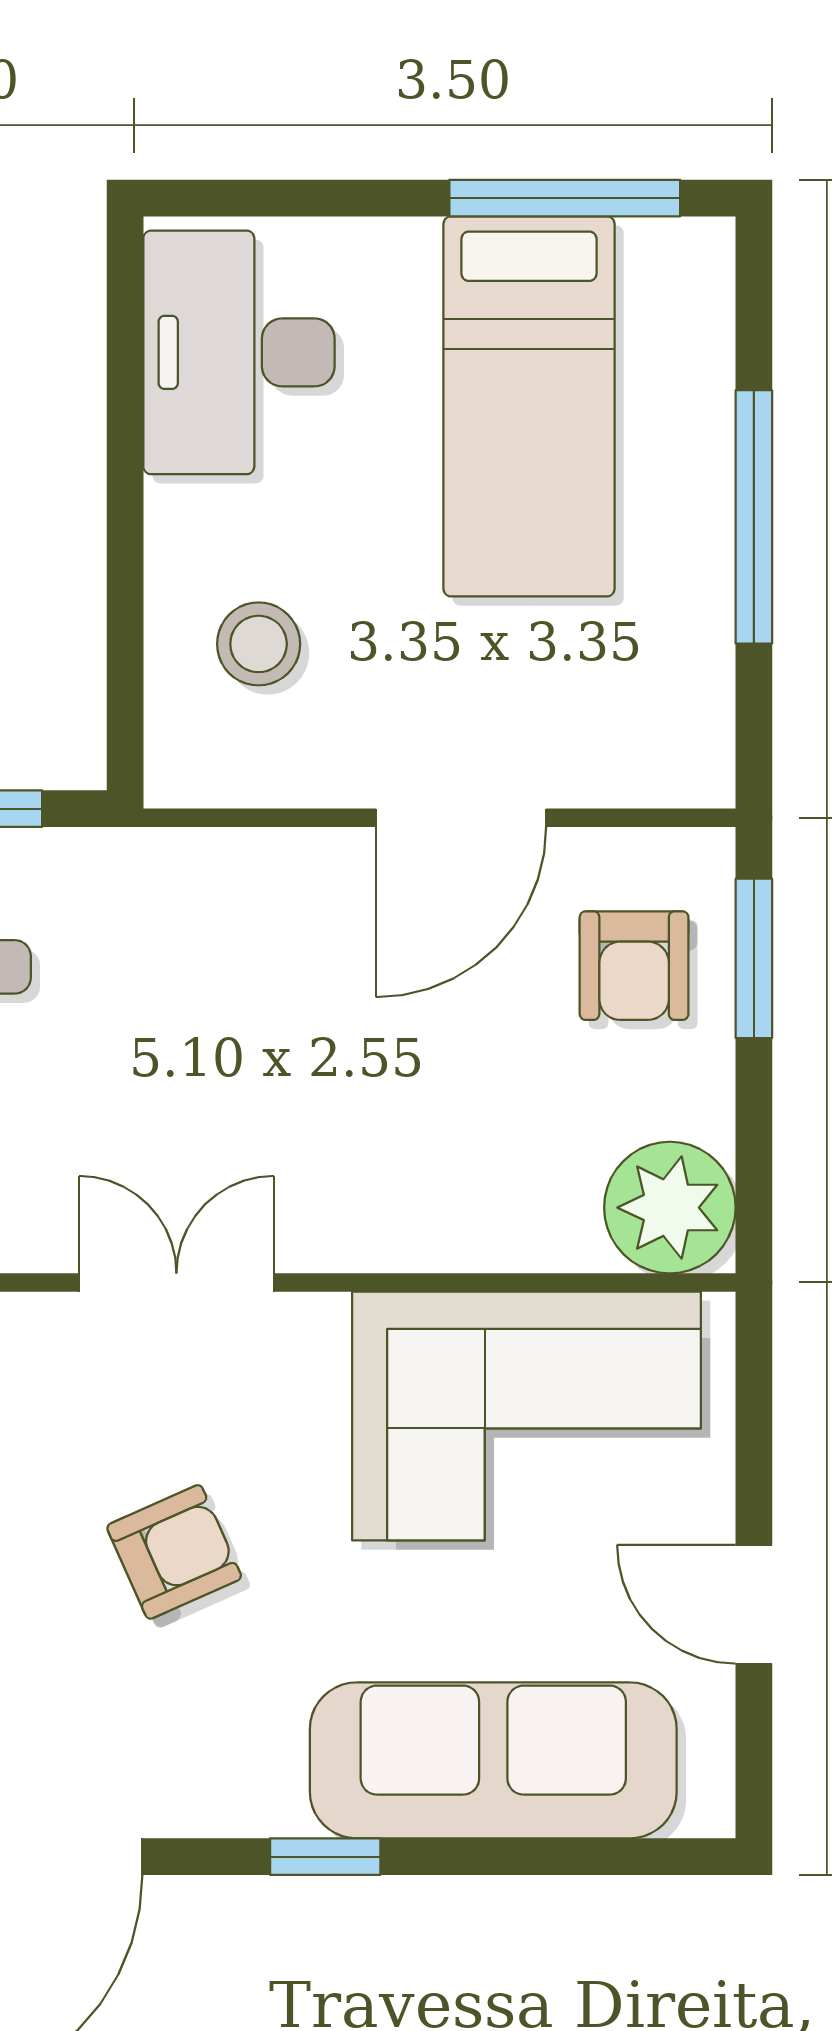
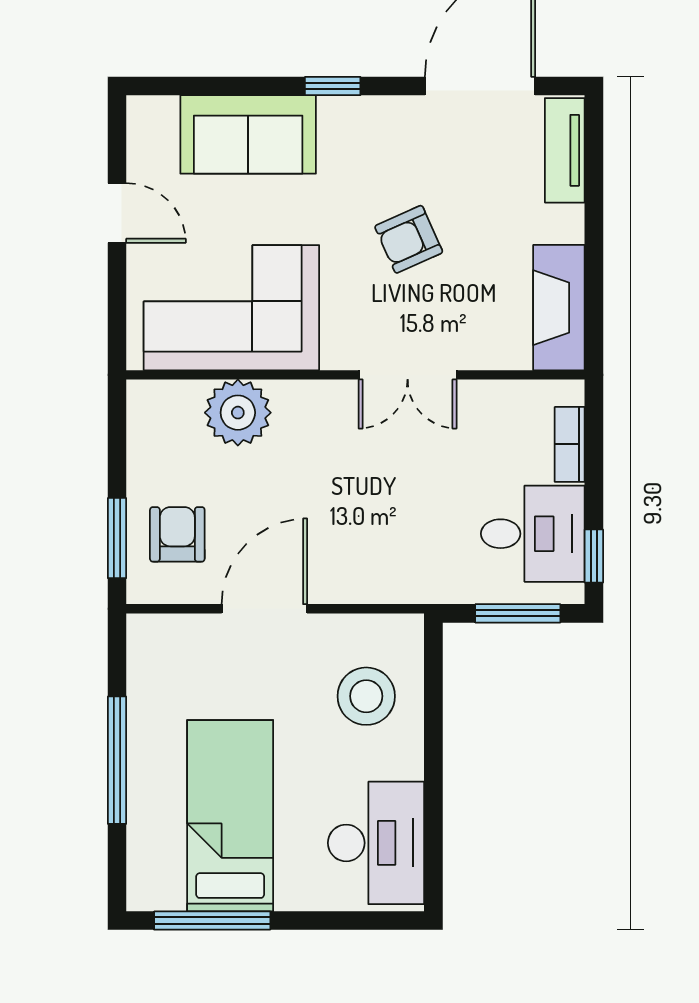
stool: (259, 644) -> (366, 696), width x1.38, depth x1.38
plant: (670, 1208) -> (238, 413), moved
sofa: (493, 1760) -> (248, 134), width x0.73

